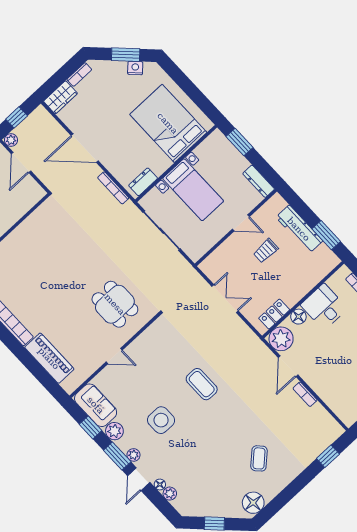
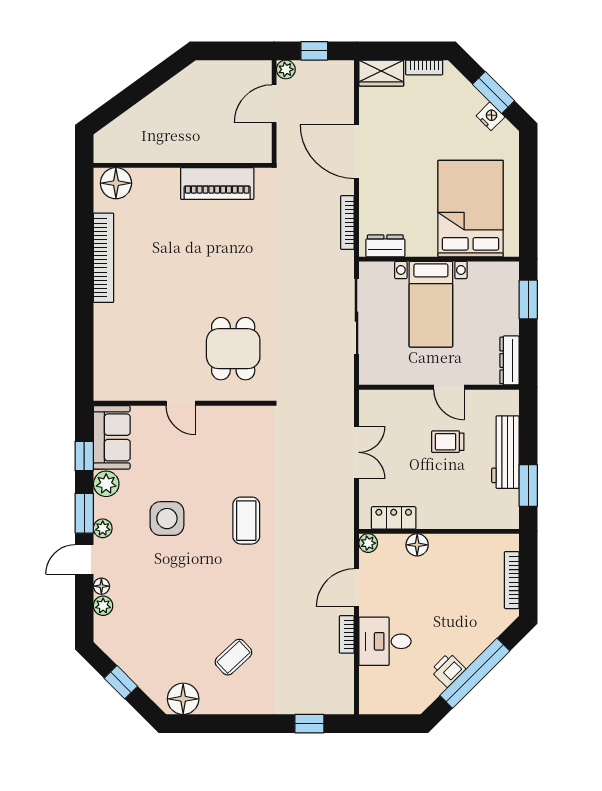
desk: (324, 307) -> (385, 641), moved, turned -90
plant: (281, 339) -> (368, 543), width x0.53, depth x0.53
piano: (49, 358) -> (217, 184), moved, turned 90

